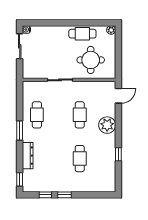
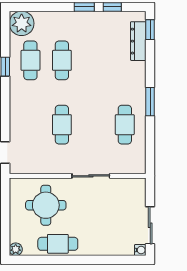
plant: (107, 125) -> (22, 23), moved
dresser: (28, 156) -> (138, 41), moved
cafe table: (101, 159) -> (30, 60), added

